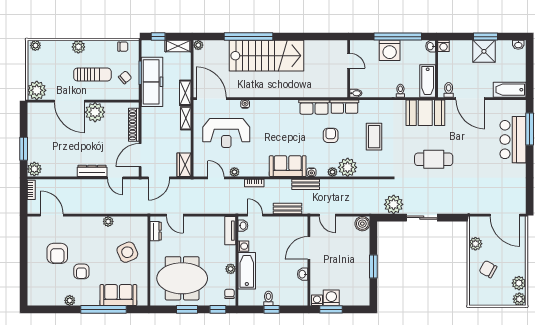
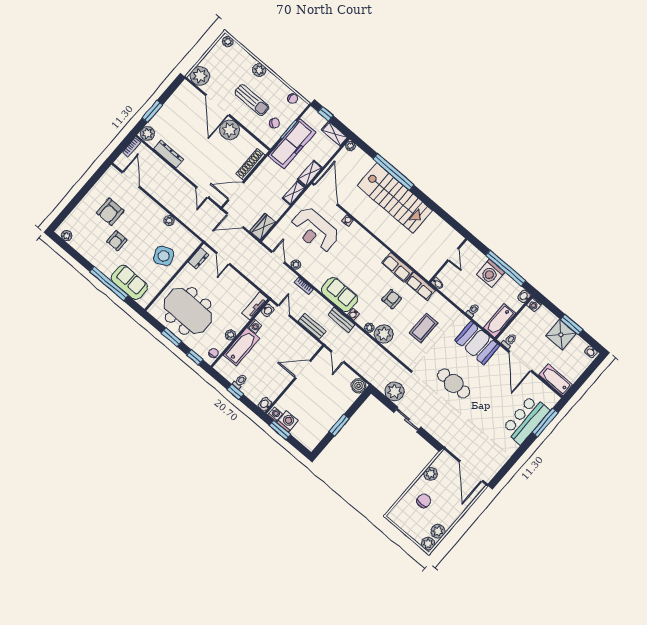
dresser: (92, 171) -> (168, 154), moved
chair: (488, 269) -> (424, 501), turned 61
washbasin: (303, 274) -> (265, 404), moved
plant: (70, 300) -> (67, 236), moved

